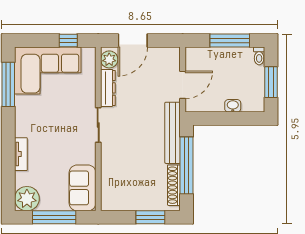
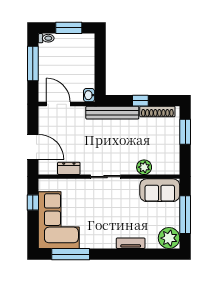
plant: (109, 59) -> (144, 167), moved
door: (183, 85) -> (58, 104), moved
dresser: (108, 88) -> (69, 168), width x0.70
washbasin: (233, 106) -> (89, 95), moved
window: (187, 165) -> (140, 101), width x0.32

